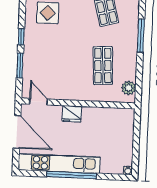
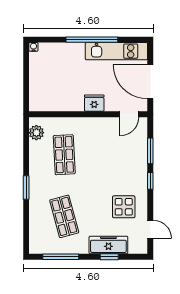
window: (141, 36) -> (26, 188), width x0.69
door: (39, 102) -> (129, 114), hinge flipped
kitchen unit: (59, 163) -> (116, 51), width x0.73

